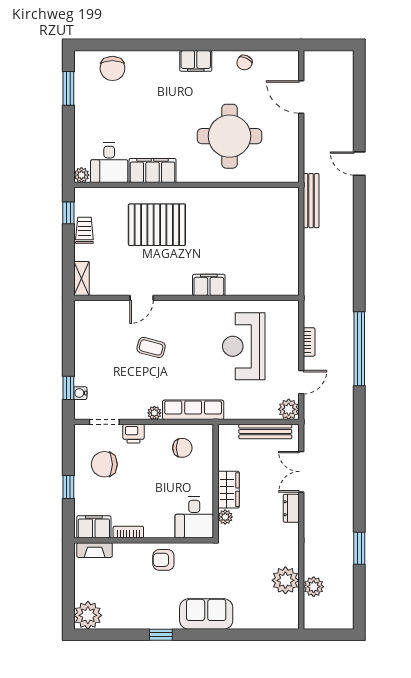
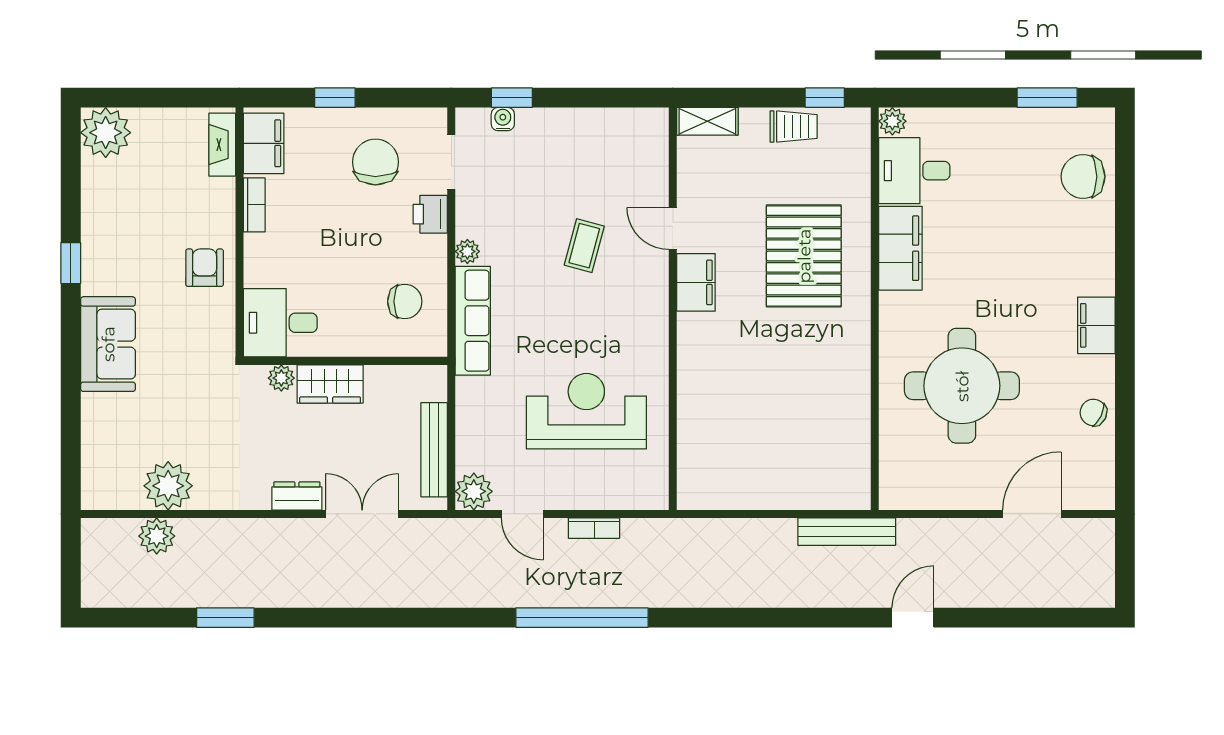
filing cabinet: (209, 285) -> (696, 282), moved
chair: (182, 448) -> (405, 301), turned -90

